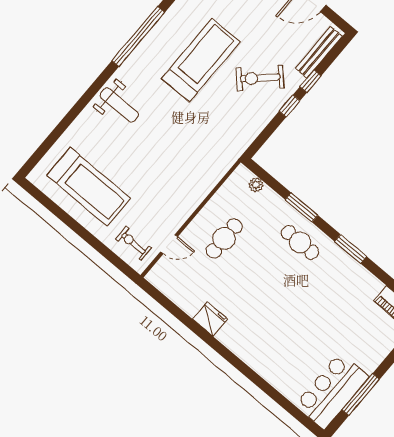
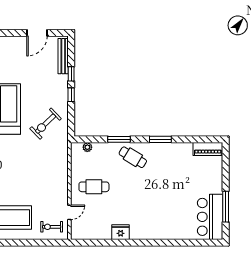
exercise bike: (260, 78) -> (46, 124), moved
cafe table: (224, 238) -> (94, 187), turned 90
cafe table: (300, 242) -> (133, 157), turned 31

